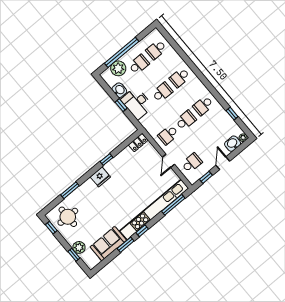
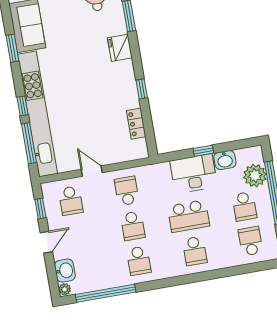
school desk: (180, 78) -> (195, 251), turned 180
school desk: (162, 92) -> (189, 216), width x1.85
school desk: (203, 106) -> (139, 261), turned 180
window: (232, 114) -> (106, 293), width x3.17
locker: (138, 143) -> (136, 124), moved
door: (223, 163) -> (46, 242), hinge flipped
fridge: (100, 177) -> (120, 48), moved
window: (142, 231) -> (22, 106), moved

